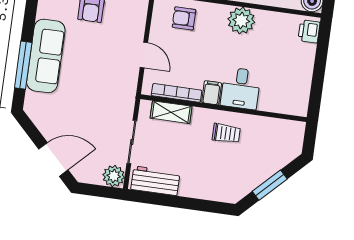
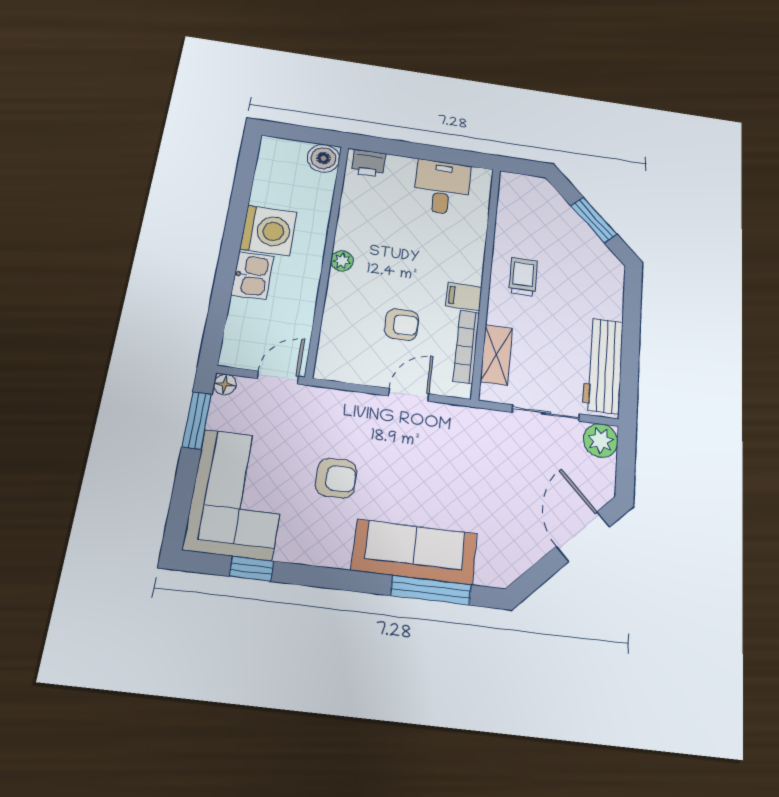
armchair: (184, 18) -> (402, 324), moved, turned -90
plant: (241, 20) -> (342, 261), width x0.53, depth x0.53
desk: (241, 88) -> (442, 187), moved, turned -90
workbench: (155, 181) -> (603, 365), width x1.38

